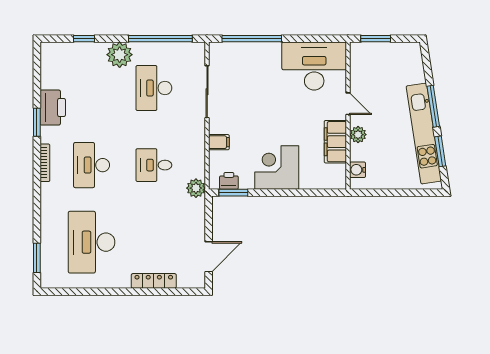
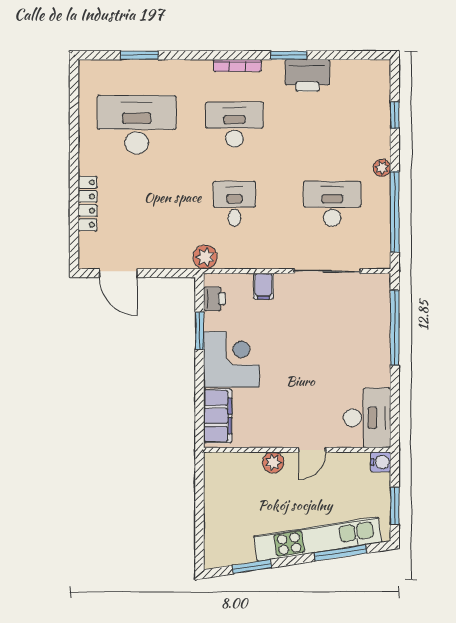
window: (376, 39) -> (395, 506), moved
plant: (120, 55) -> (382, 168), width x0.53, depth x0.53
desk: (314, 66) -> (367, 418), width x0.73, depth x0.77
window: (433, 106) -> (341, 553), moved
kitchen unit: (424, 134) -> (318, 539), moved
filing cabinet: (335, 142) -> (218, 416), moved, turned 90
water cooler: (358, 170) -> (381, 462), moved, turned 90
window: (233, 193) -> (199, 331), moved
window: (37, 258) -> (139, 55), moved

